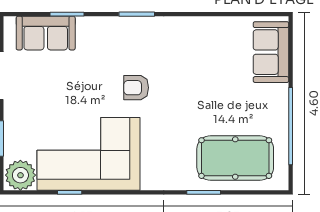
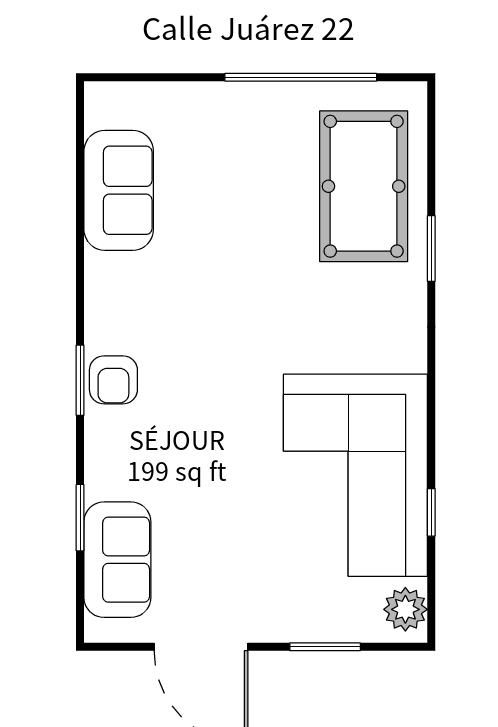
sofa: (271, 52) -> (119, 190), moved, turned -90
armchair: (136, 88) -> (113, 380), moved
plant: (20, 175) -> (405, 609), width x0.73, depth x0.73

